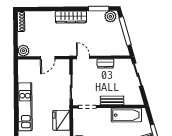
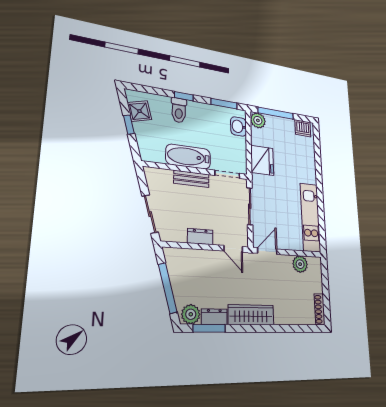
dresser: (95, 15) -> (214, 317), added
plant: (23, 51) -> (300, 264), moved
door: (48, 58) -> (267, 251), moved
kitchen unit: (25, 107) -> (310, 217), moved
bathtub: (126, 115) -> (188, 157), moved

